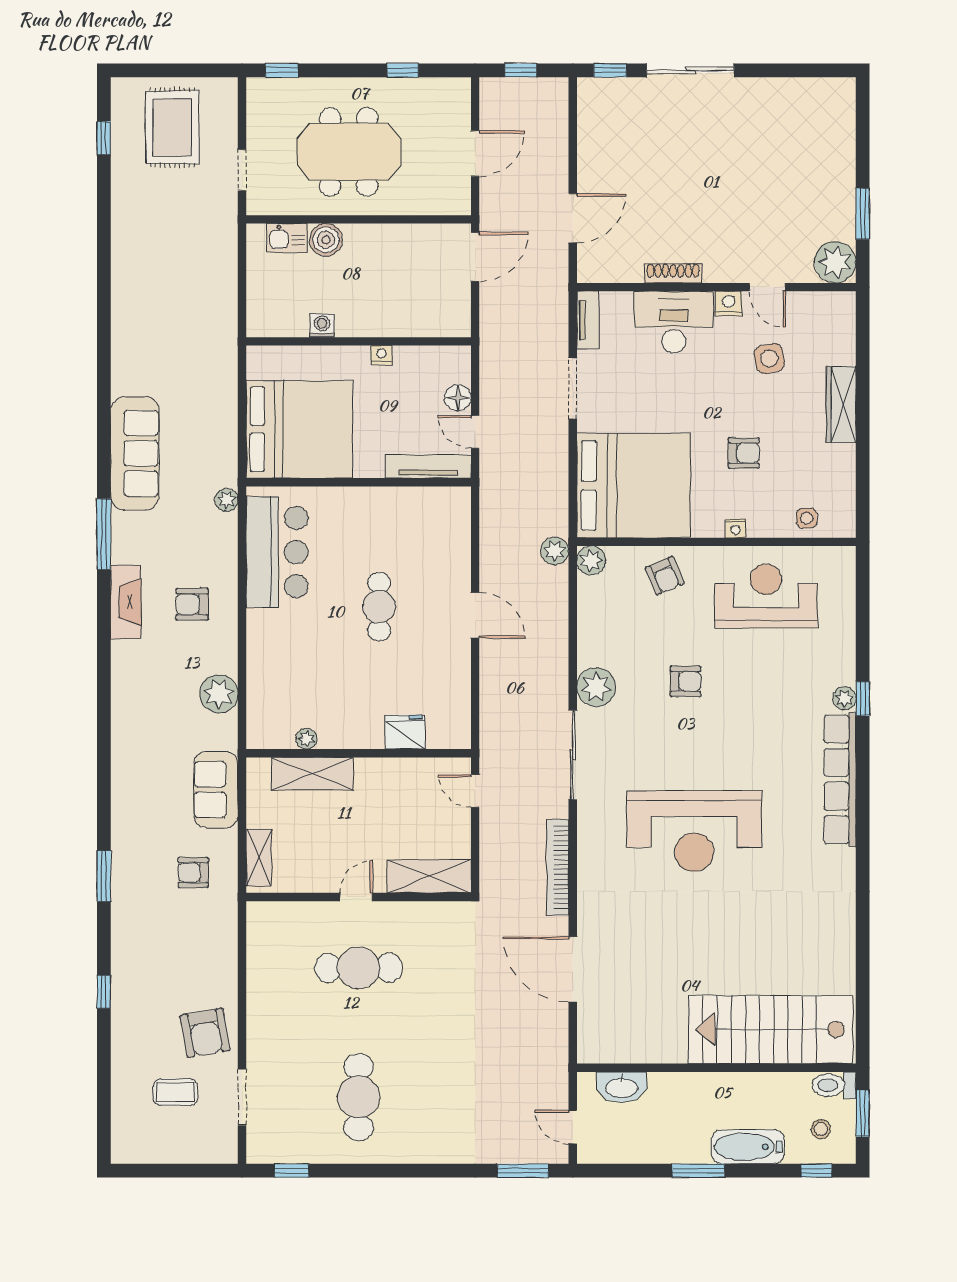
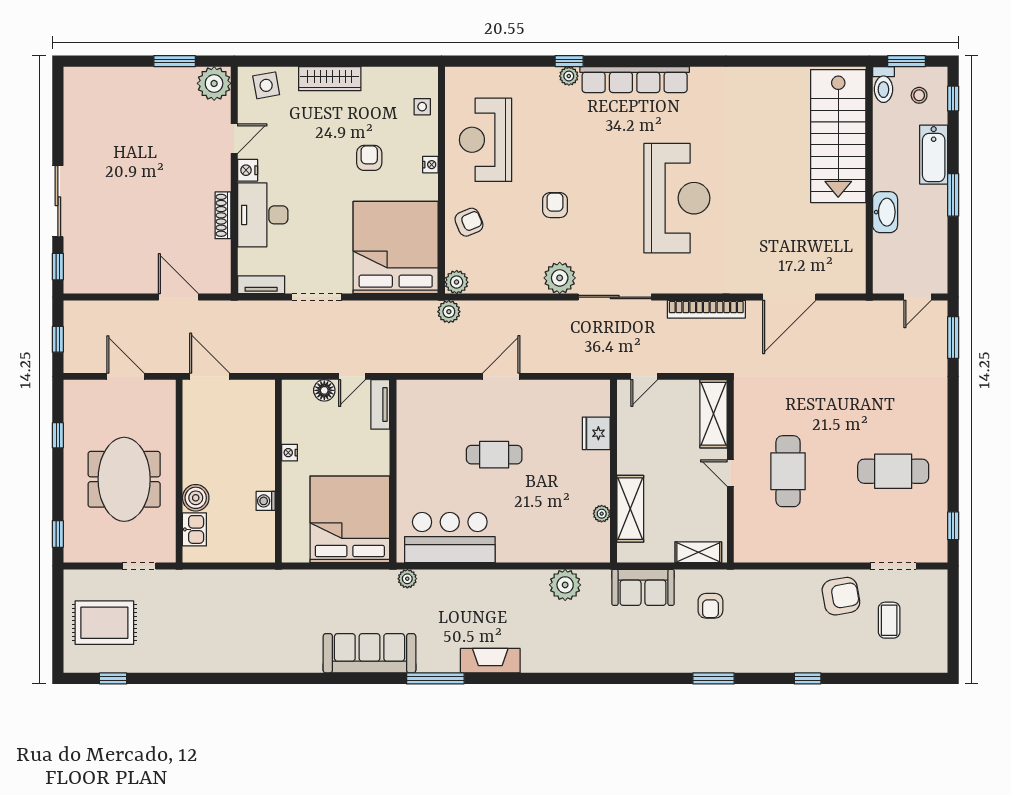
side table: (769, 358) -> (266, 85), moved
tv unit: (428, 467) -> (380, 404), width x0.71
armchair: (192, 604) -> (492, 607), removed
washbasin: (622, 1087) -> (885, 212), moved

